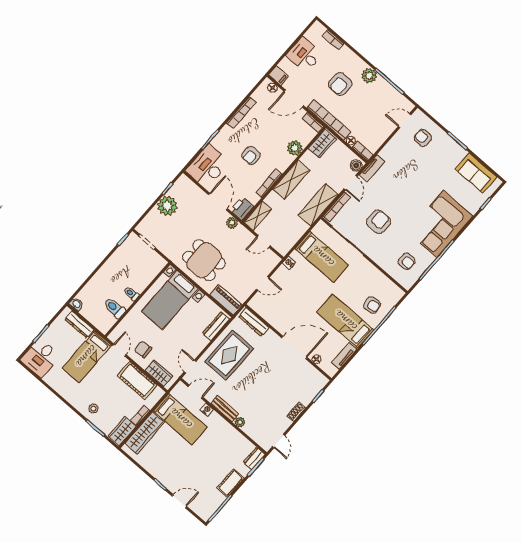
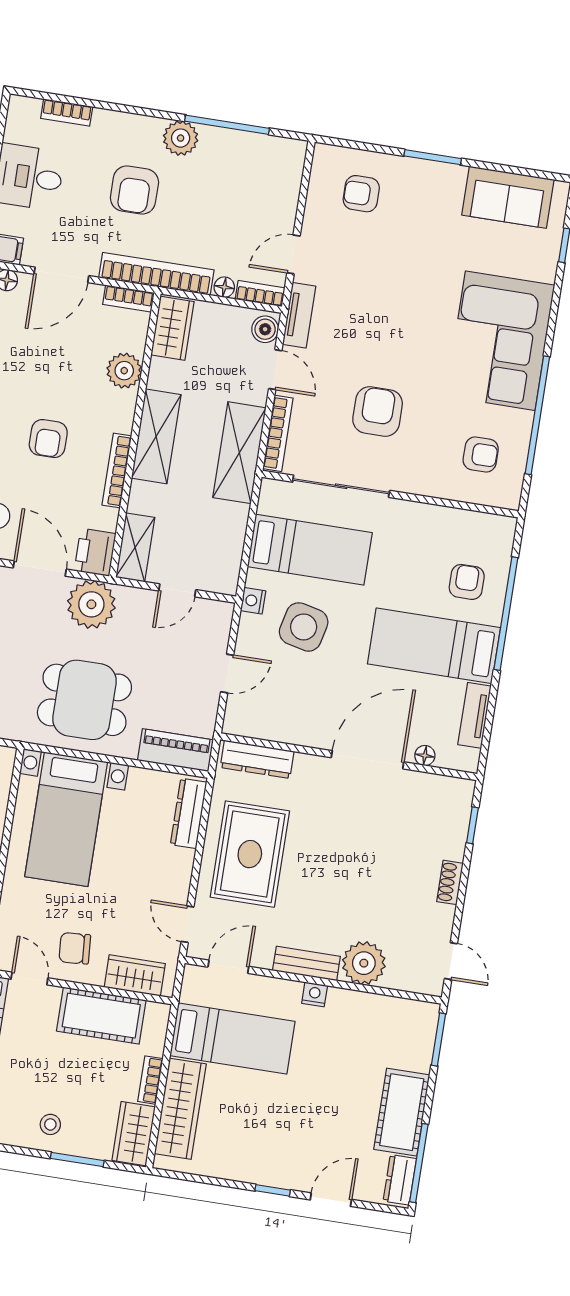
door: (405, 121) -> (294, 254), moved
plant: (232, 223) -> (91, 604), width x1.87, depth x1.87
side table: (302, 284) -> (304, 627), added
armchair: (372, 305) -> (467, 582), turned -81
nightstand: (207, 410) -> (315, 994), moved
plant: (240, 422) -> (364, 963), width x1.88, depth x1.88
dresser: (254, 458) -> (400, 1180), moved
cot: (231, 483) -> (402, 1112), width x1.37, depth x1.34

